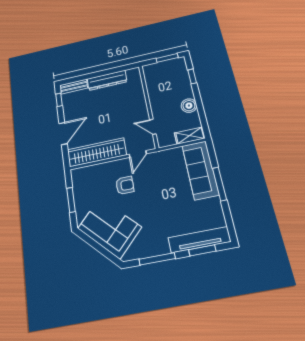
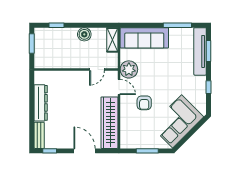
plant: (160, 161) -> (129, 69), added
window: (220, 184) -> (177, 25), moved
armchair: (125, 185) -> (144, 103), turned 180
window: (157, 259) -> (208, 87), width x0.46

